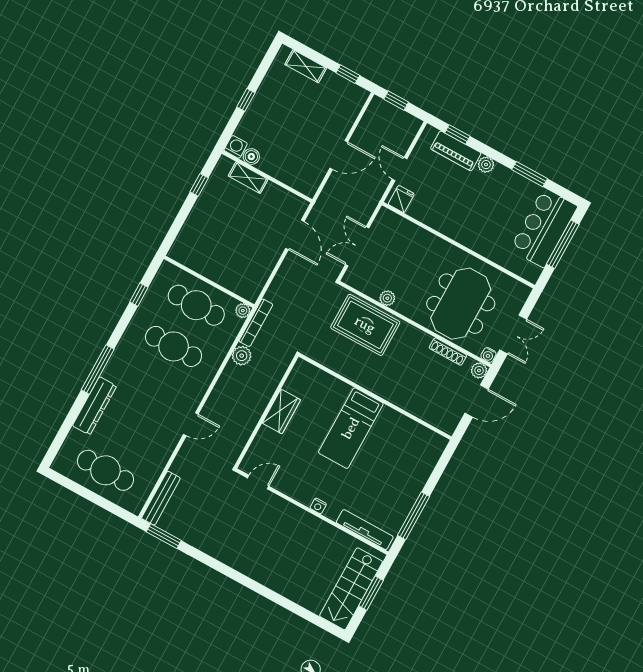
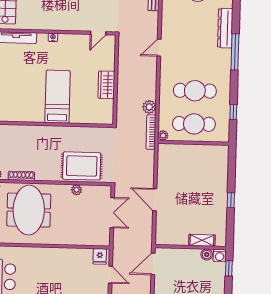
washing machine: (236, 147) -> (220, 256), moved
boiler: (251, 157) -> (207, 255), moved
wall: (267, 176) -> (190, 247), moved
shelving: (248, 178) -> (202, 240), moved

